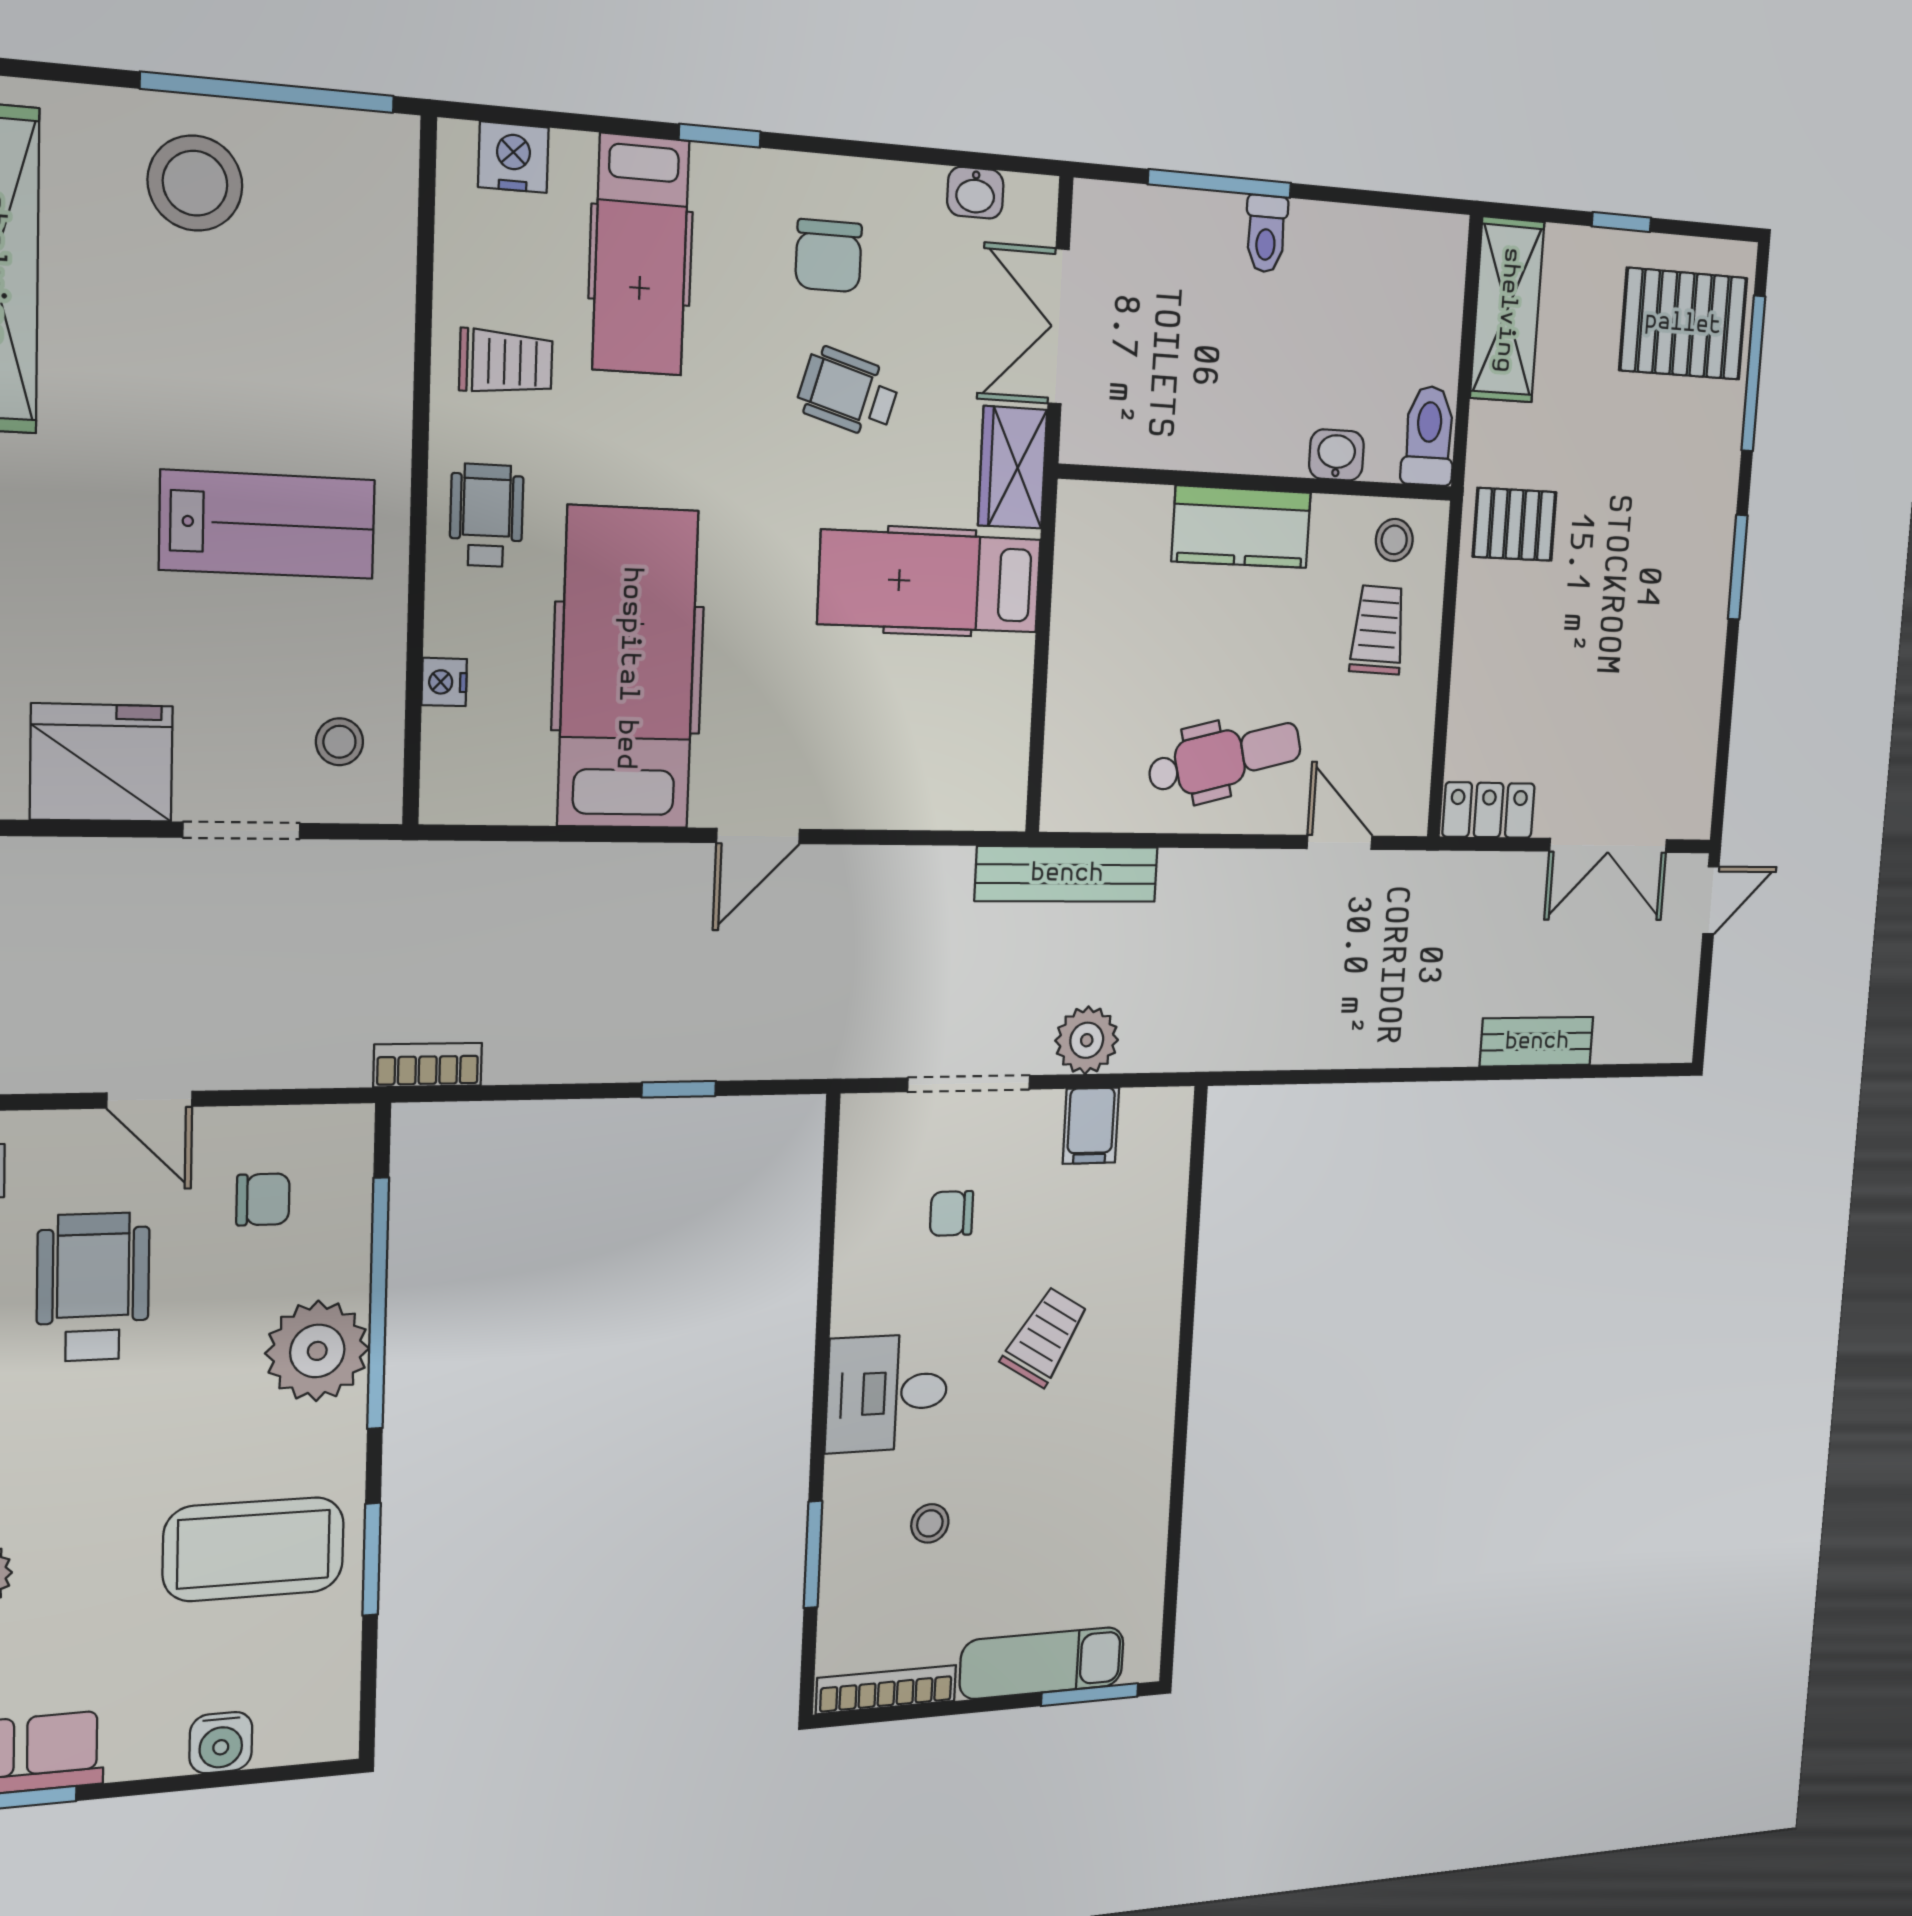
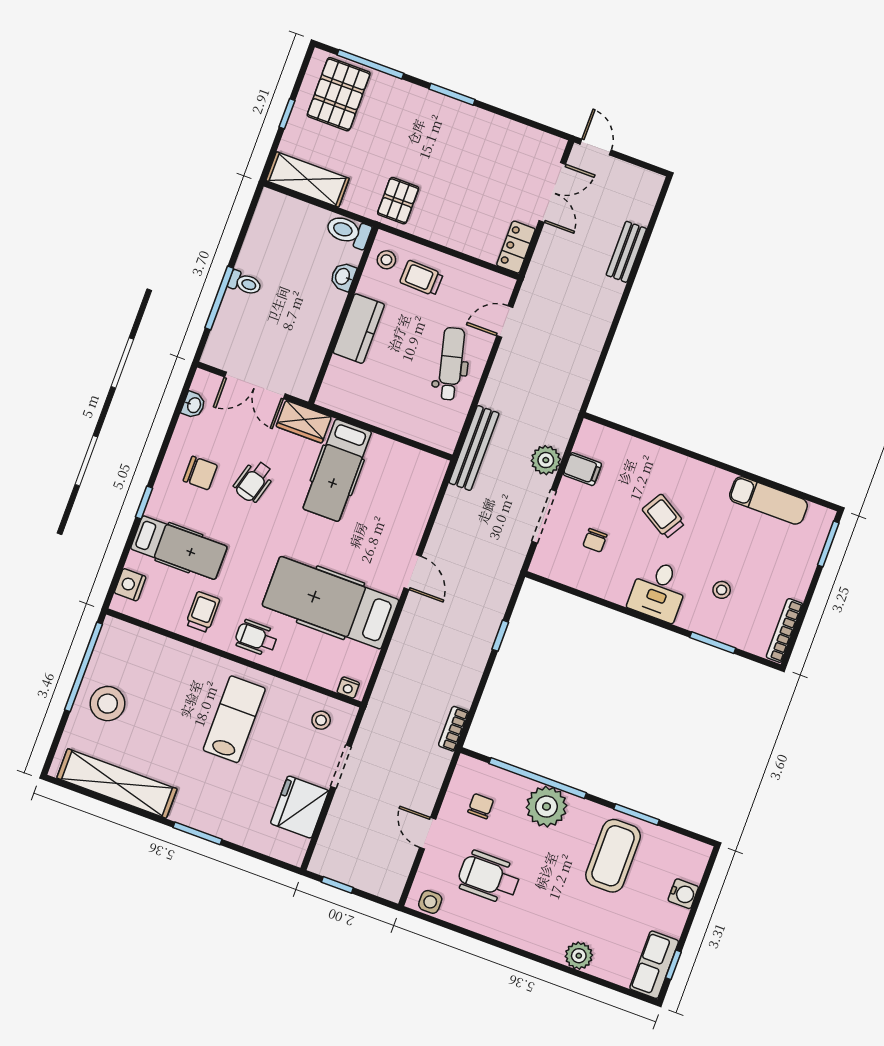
nightstand: (444, 682) -> (348, 687), moved
door: (150, 1100) -> (428, 833), swing flipped
exam couch: (1042, 1663) -> (768, 500), moved, turned -90

